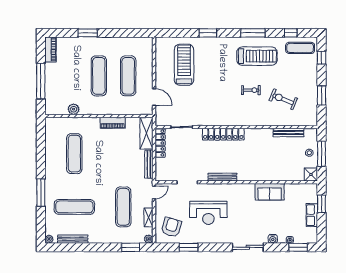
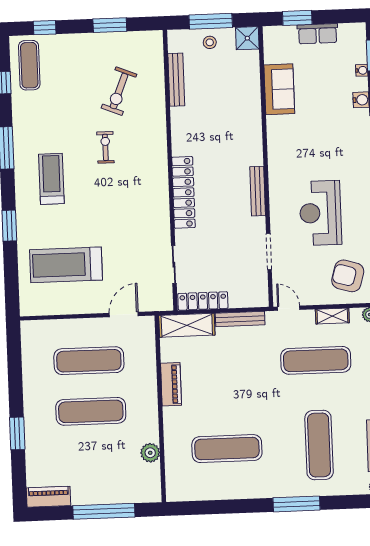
treadmill: (257, 56) -> (51, 179), moved, width x0.73, depth x0.73
sofa: (270, 192) -> (279, 89), moved
reception desk: (208, 213) -> (320, 213), turned 180

